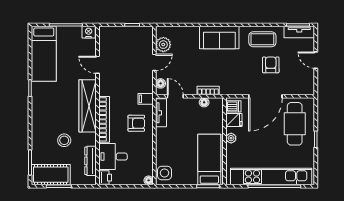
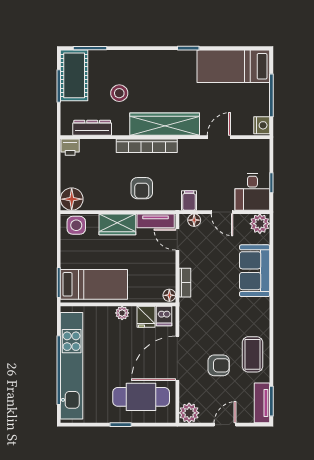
sofa: (219, 38) -> (255, 271), moved
plant: (163, 45) -> (260, 224), moved
plant: (307, 87) -> (189, 413), added
door: (175, 96) -> (177, 240), swing flipped
door: (265, 96) -> (177, 358), hinge flipped
filing cabinet: (146, 99) -> (189, 201), moved
floor lamp: (204, 102) -> (169, 295), moved
wardrobe: (164, 142) -> (117, 224), added
desk: (113, 157) -> (252, 192), moved, turned 180
floor lamp: (149, 180) -> (72, 199), width x1.89, depth x1.89

